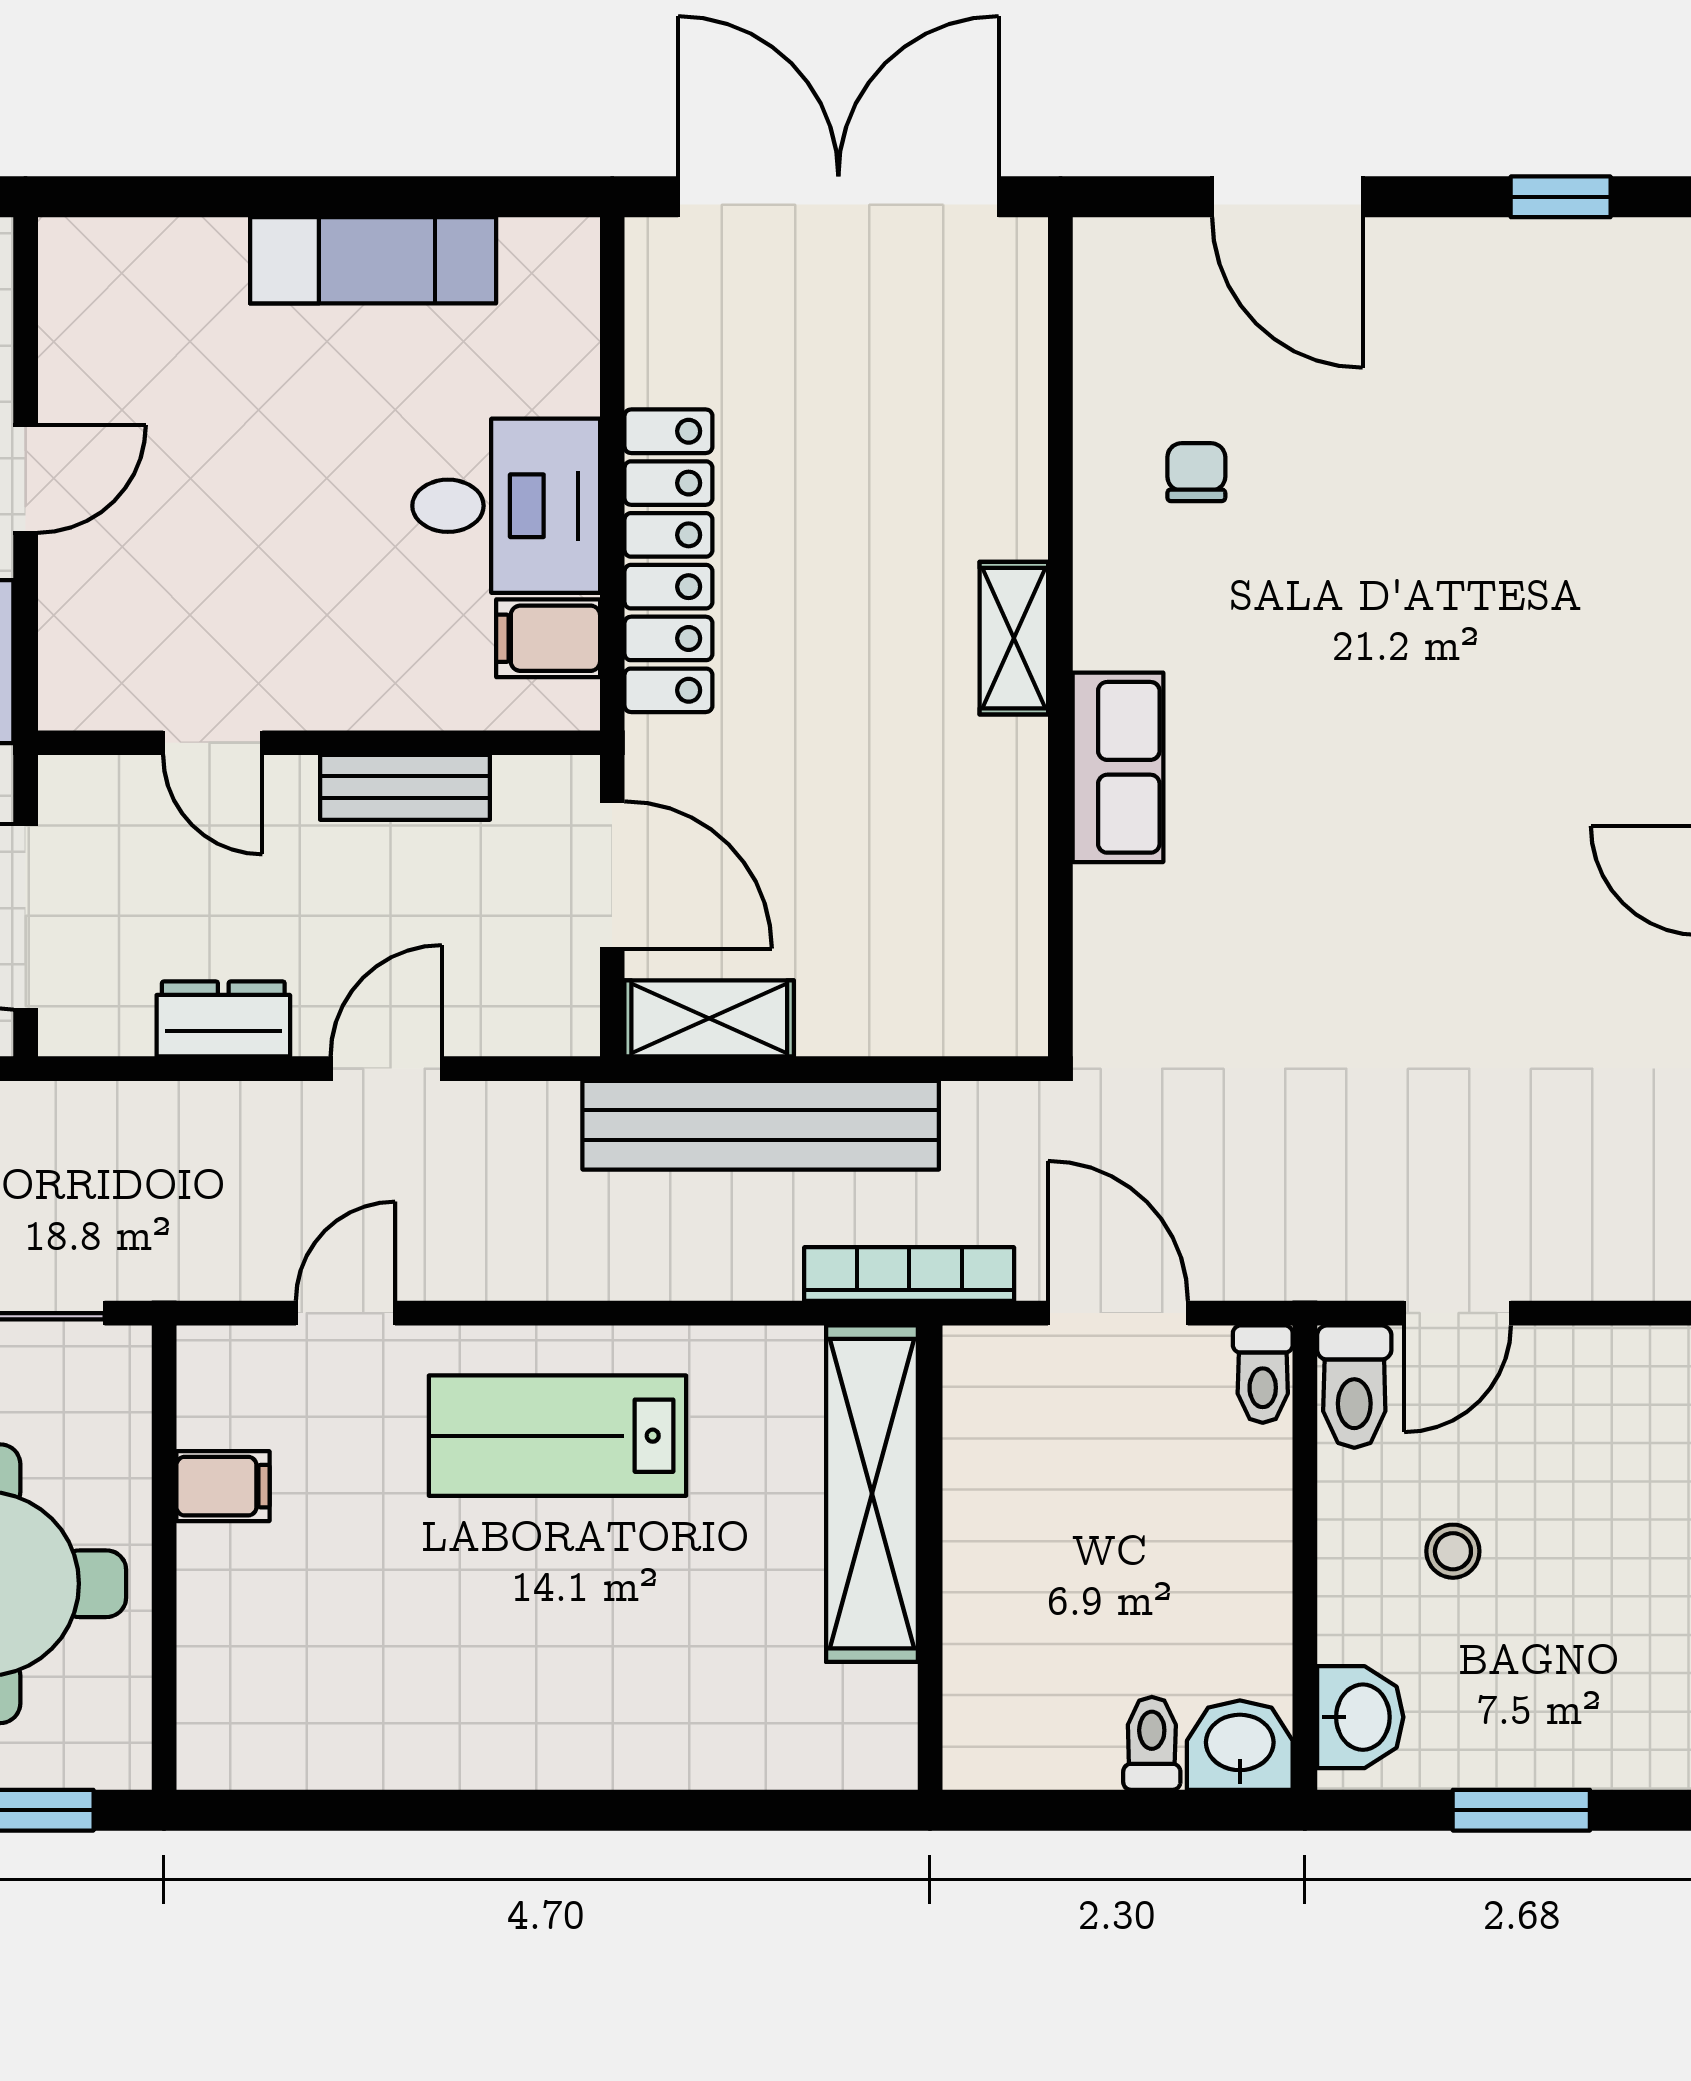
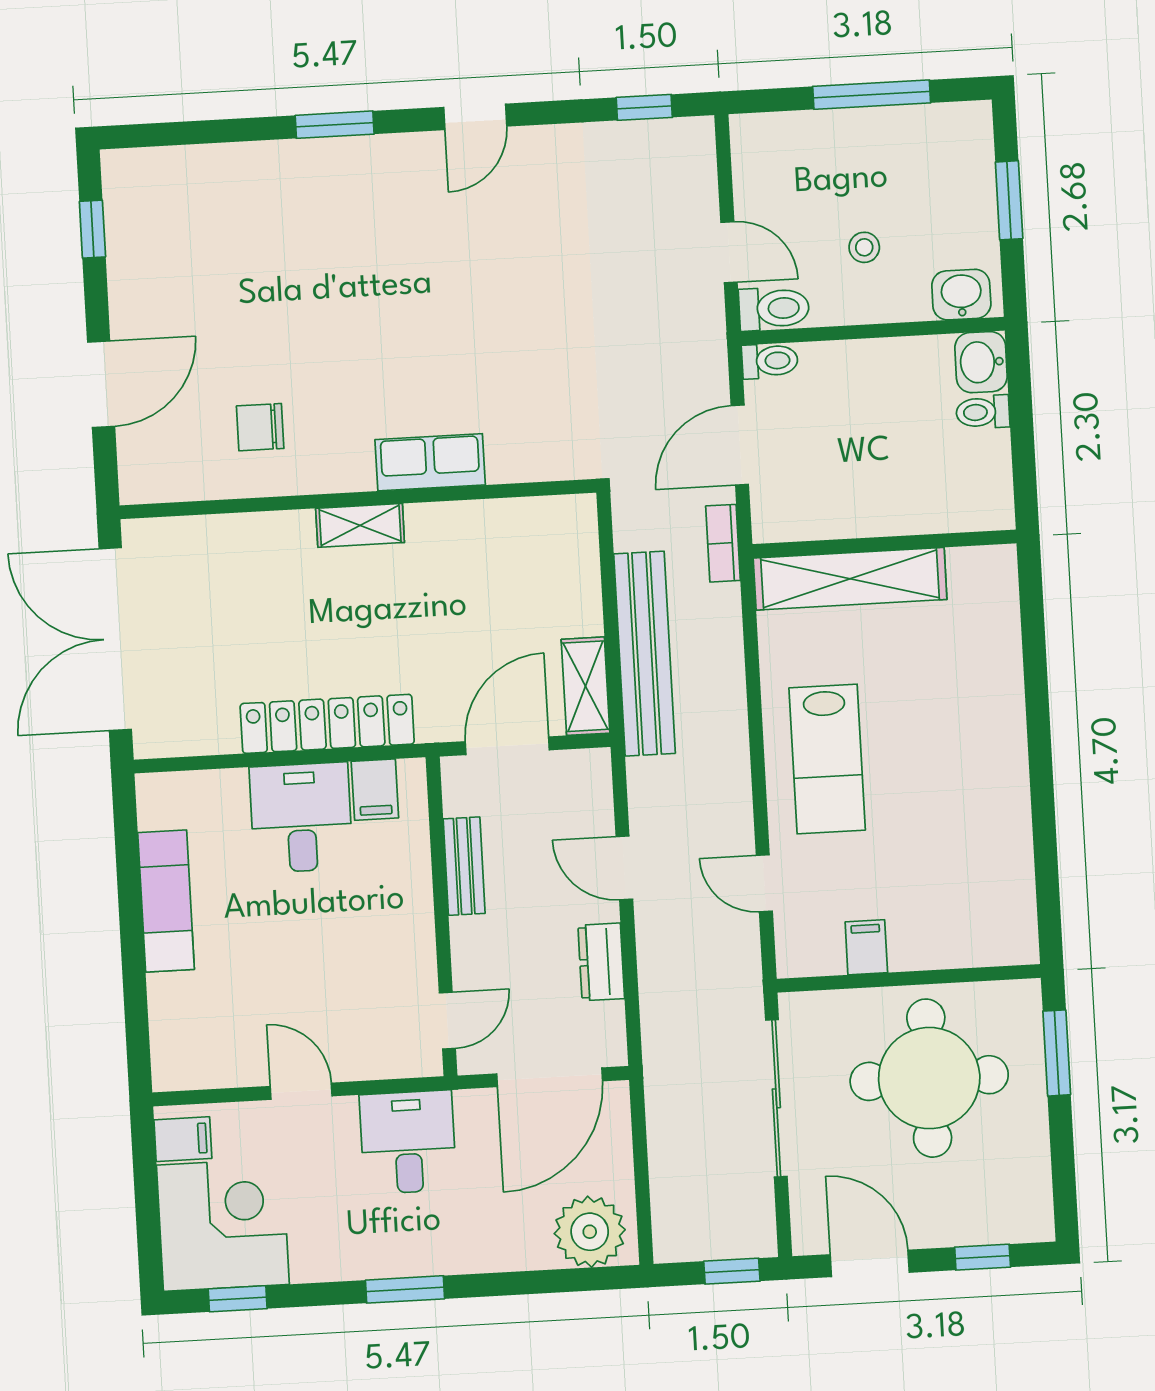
chair: (1196, 472) -> (260, 427), width x1.37, depth x1.37
door: (213, 743) -> (447, 1021), moved
bookcase: (909, 1274) -> (723, 543), width x0.64

